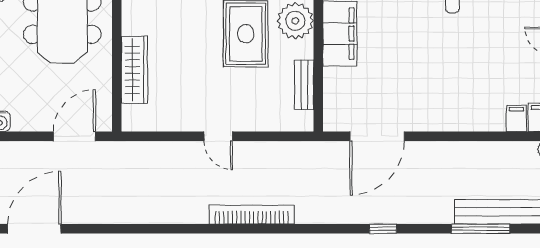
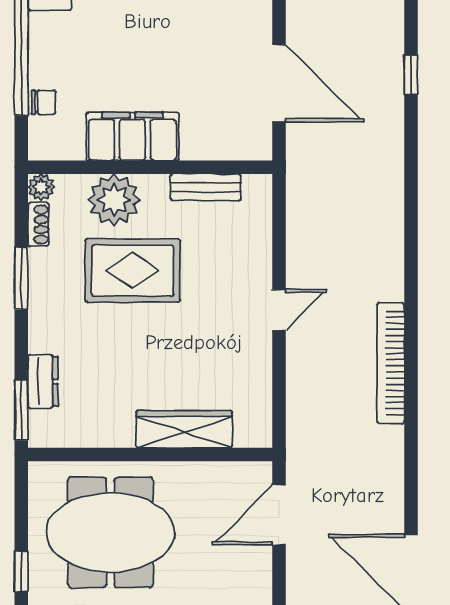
door: (74, 136) -> (279, 515), hinge flipped
bookcase: (252, 215) -> (391, 363), moved

